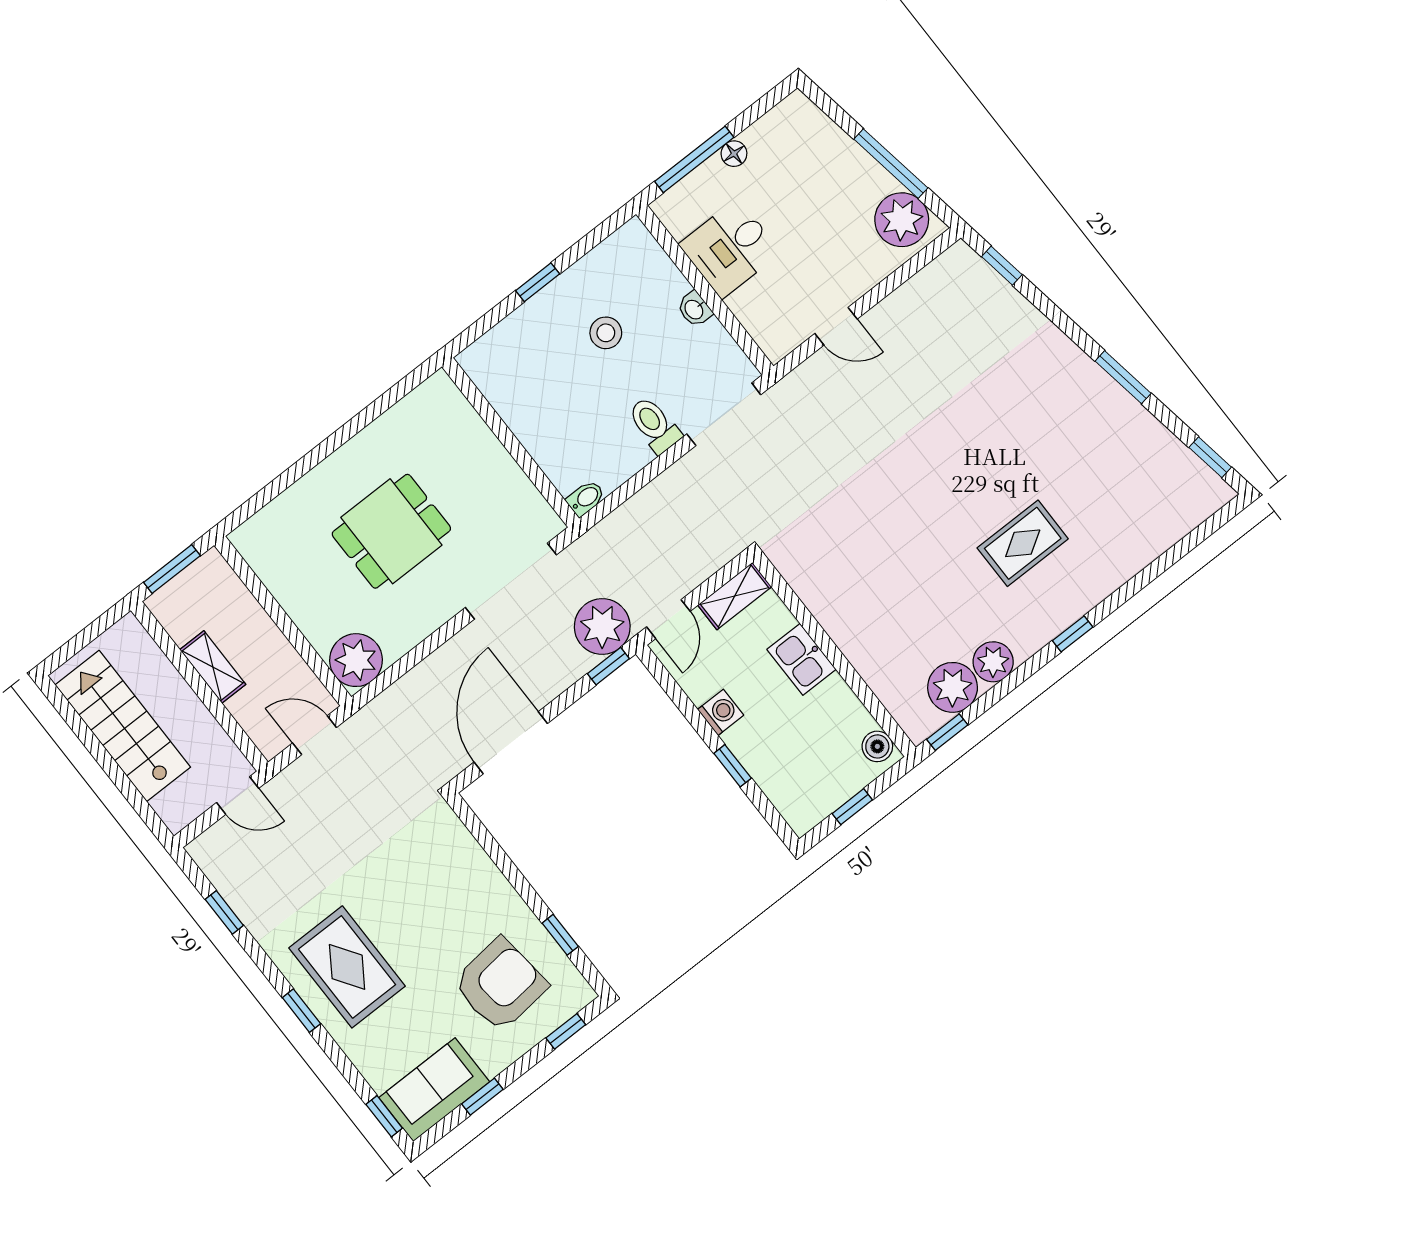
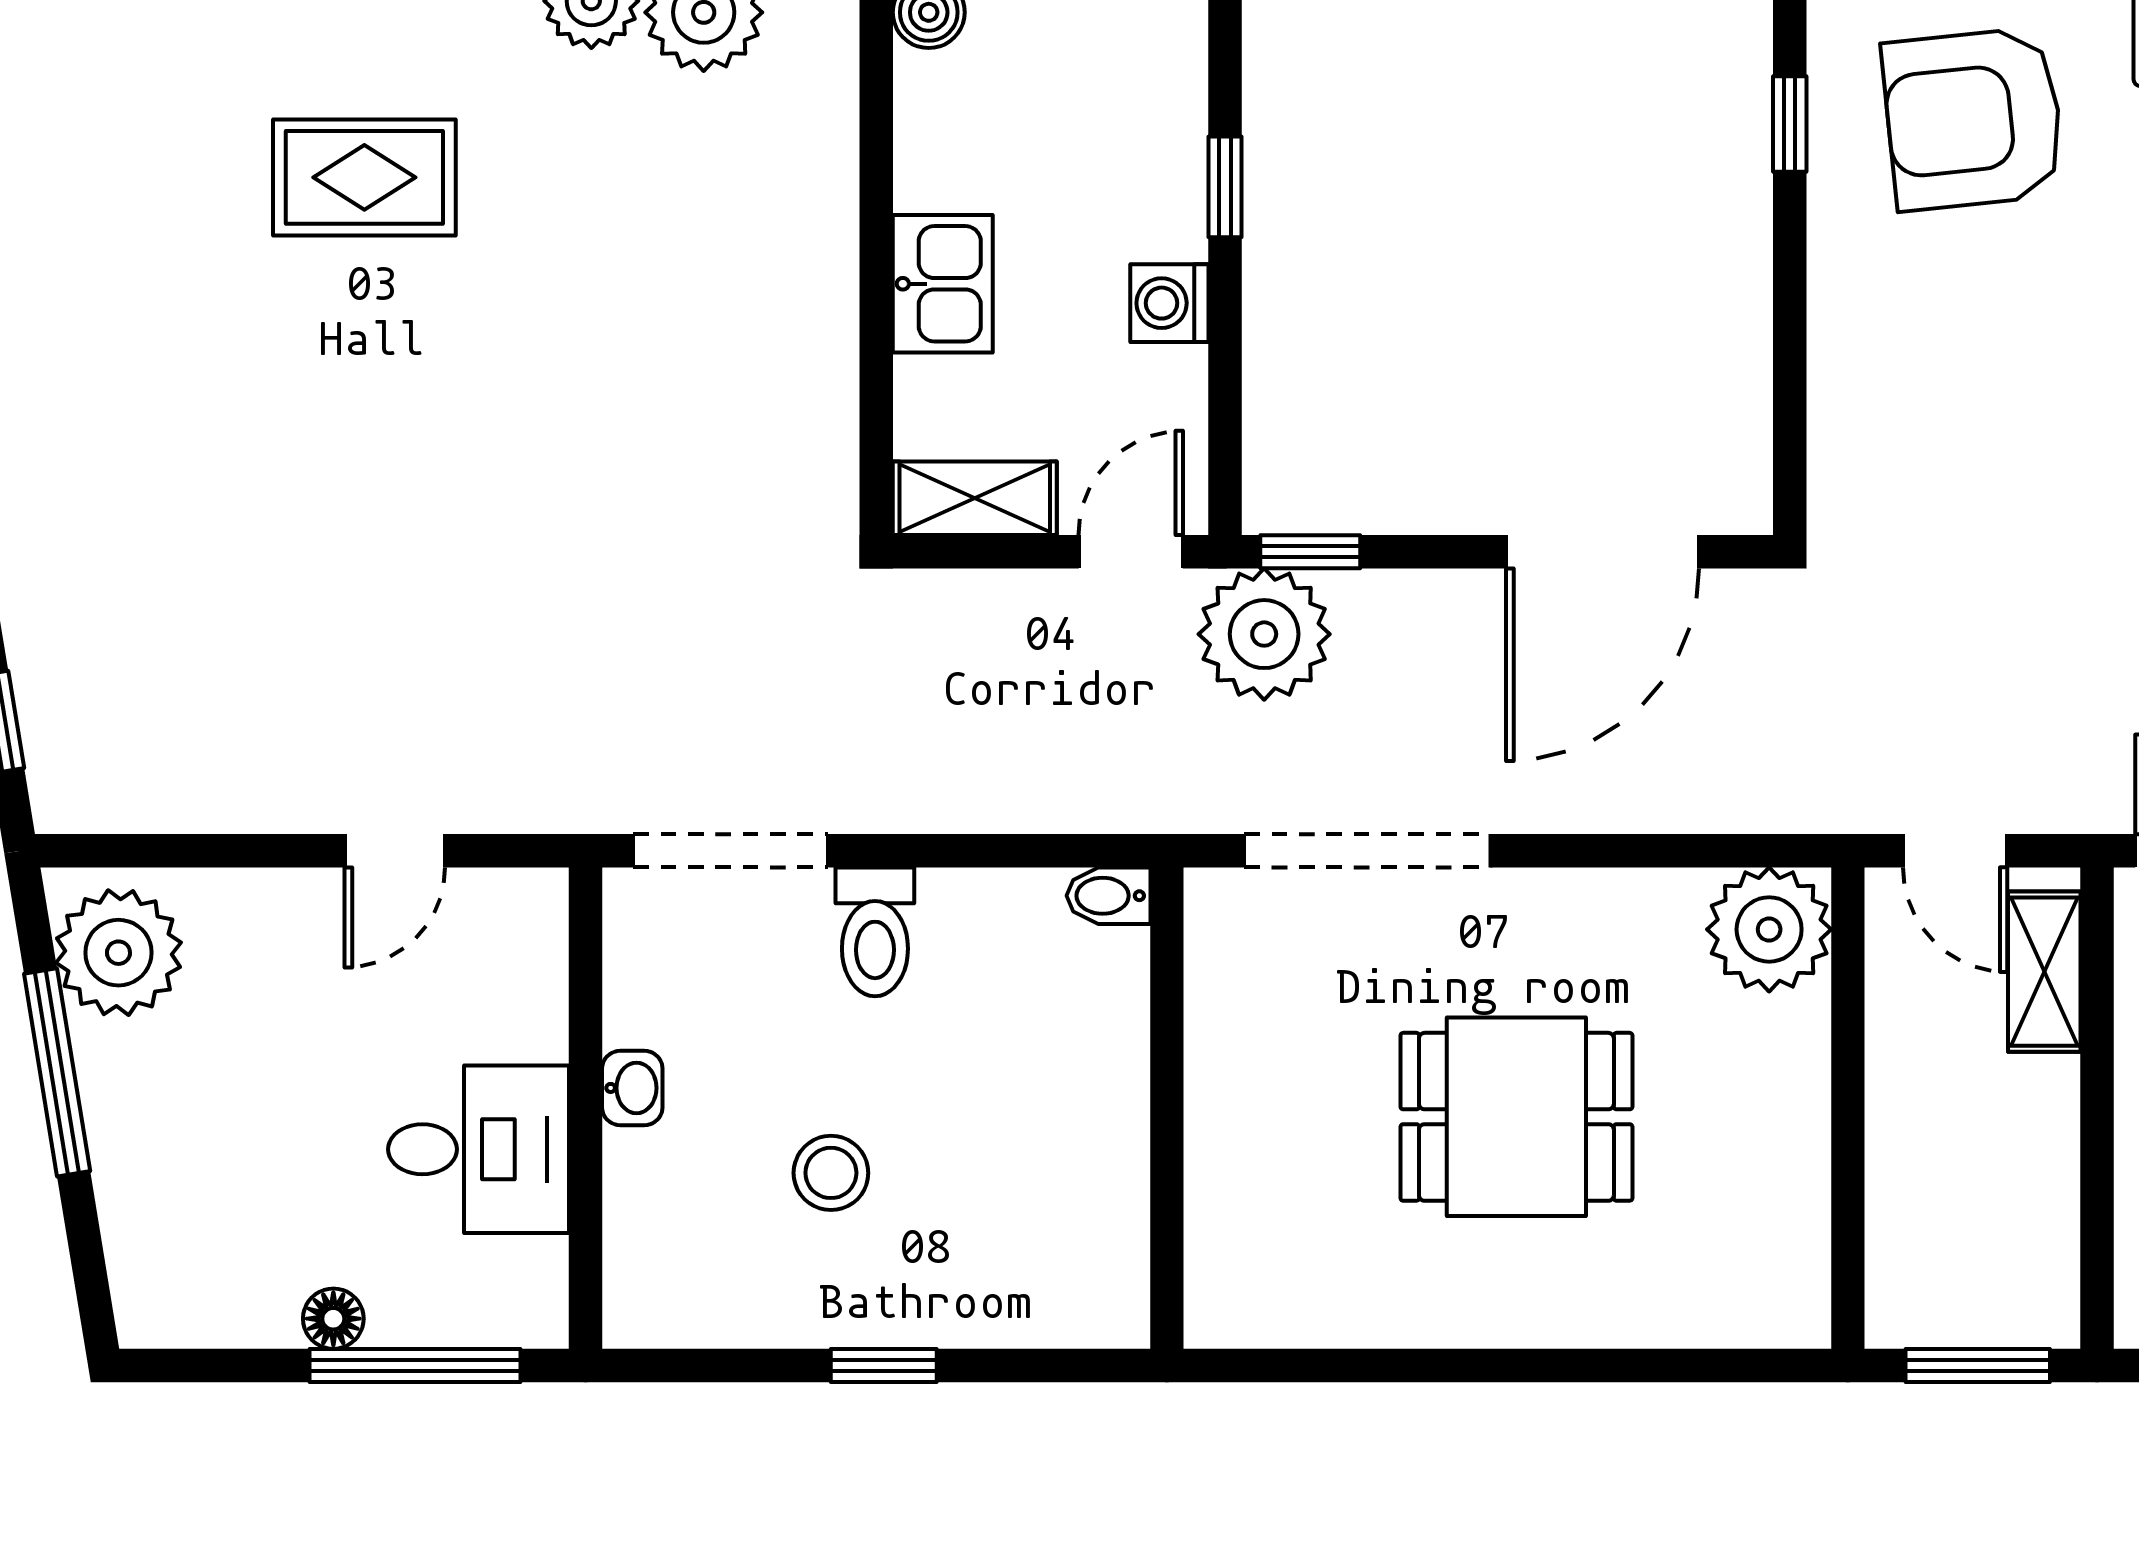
door: (836, 326) -> (395, 851), swing flipped
shelving: (213, 667) -> (2044, 972), moved

